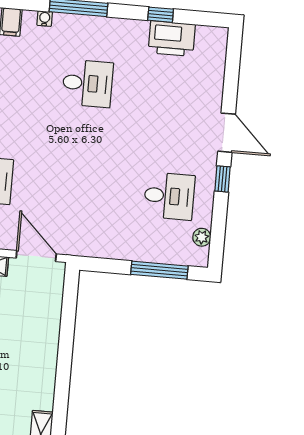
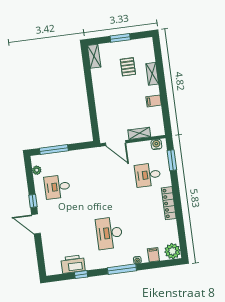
desk: (88, 83) -> (109, 233), width x1.37

